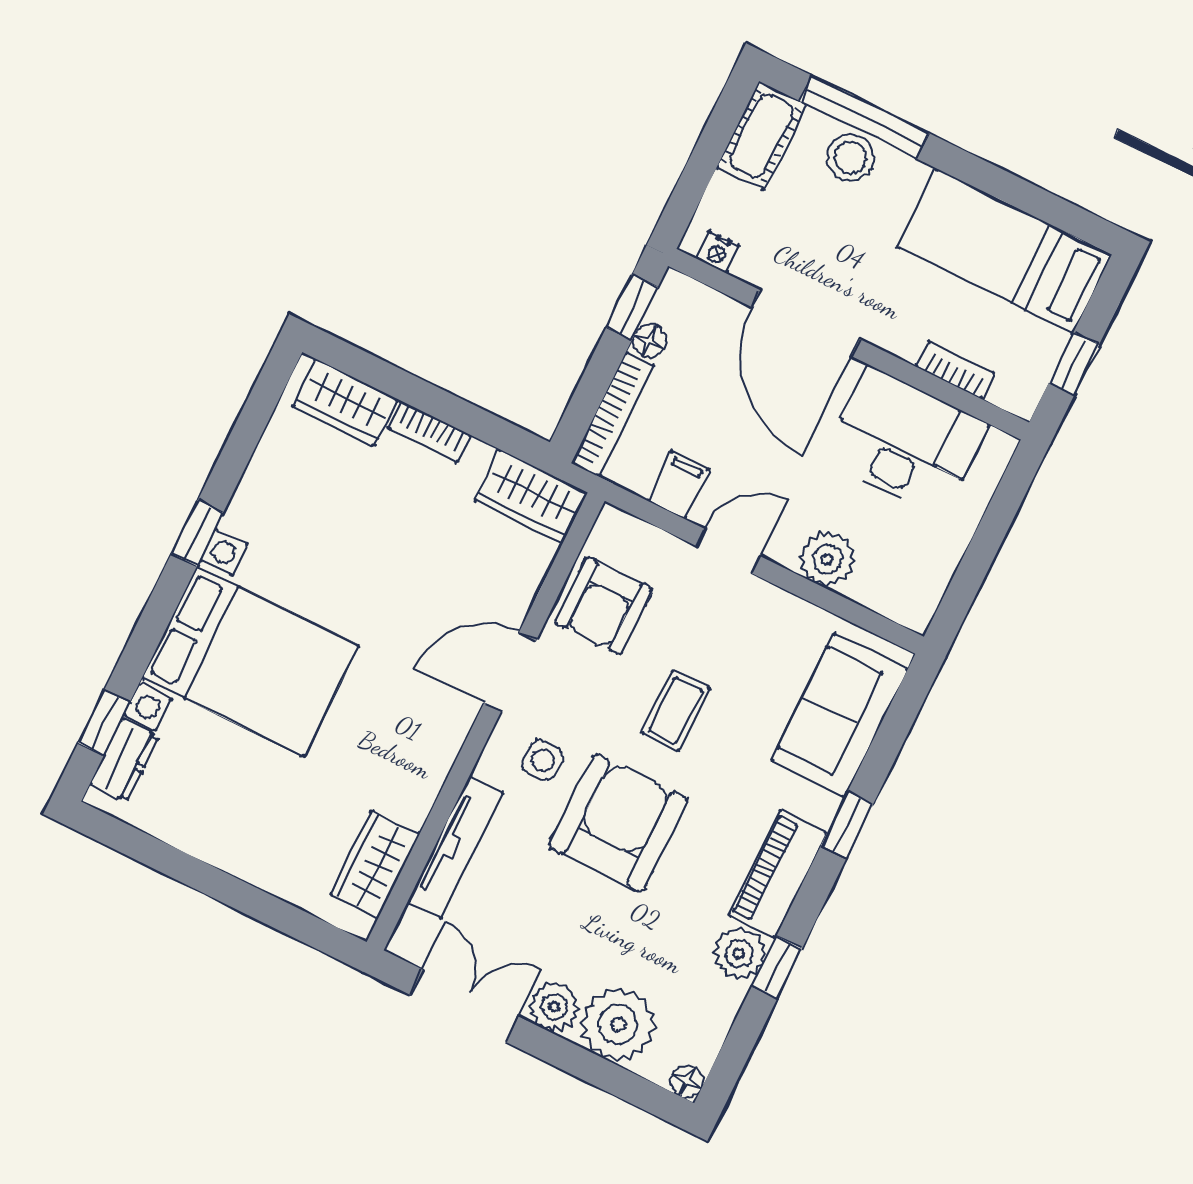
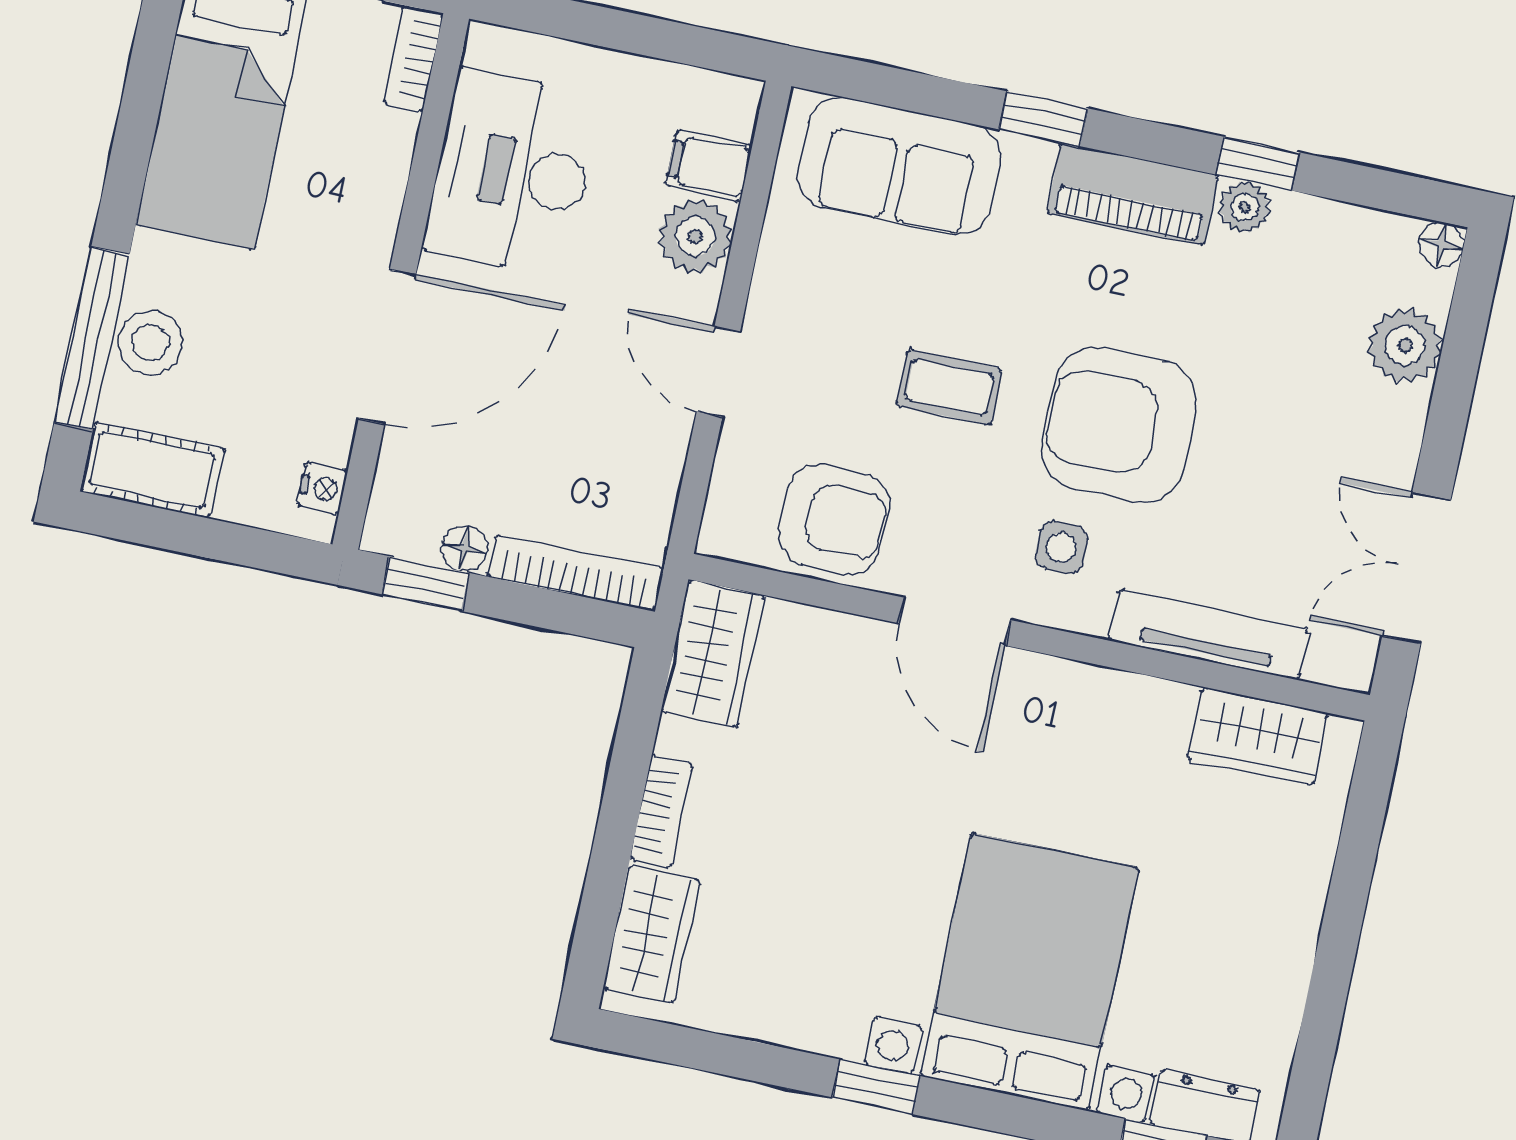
bookcase: (955, 370) -> (413, 59), moved
filing cabinet: (678, 485) -> (709, 166), moved
plant: (739, 953) -> (1244, 207), width x0.73, depth x0.73
plant: (554, 1007) -> (1387, 448), removed
plant: (618, 1024) -> (1405, 345), width x0.73, depth x0.73

